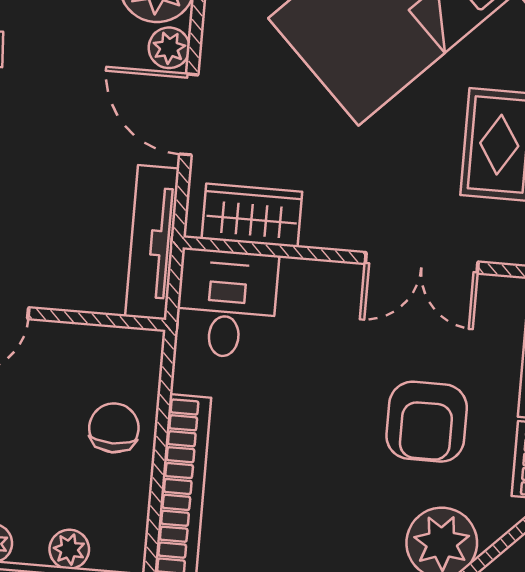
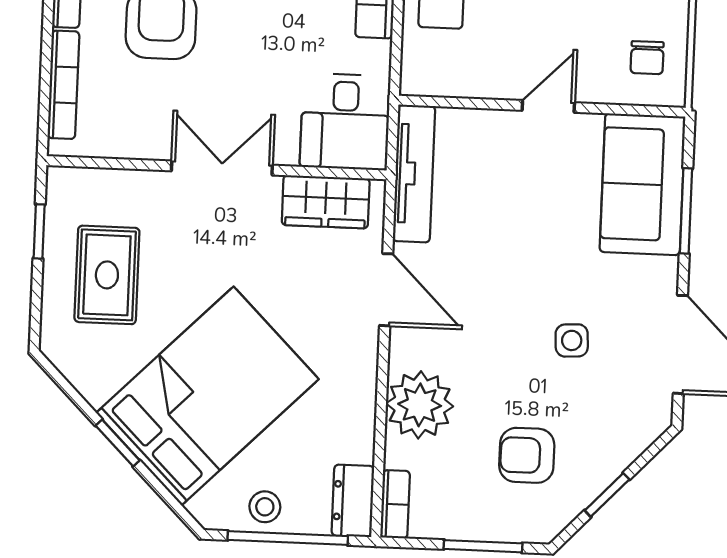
plant: (169, 48) -> (406, 349), removed
double door: (422, 263) -> (222, 168), moved

